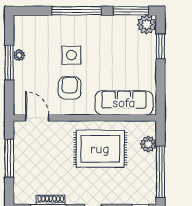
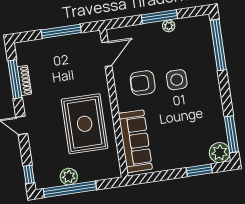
window: (77, 11) -> (218, 45), moved
armchair: (70, 88) -> (143, 83), turned 180
plant: (148, 144) -> (69, 177), moved

